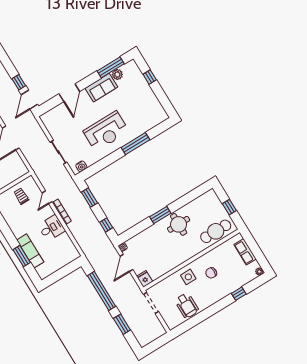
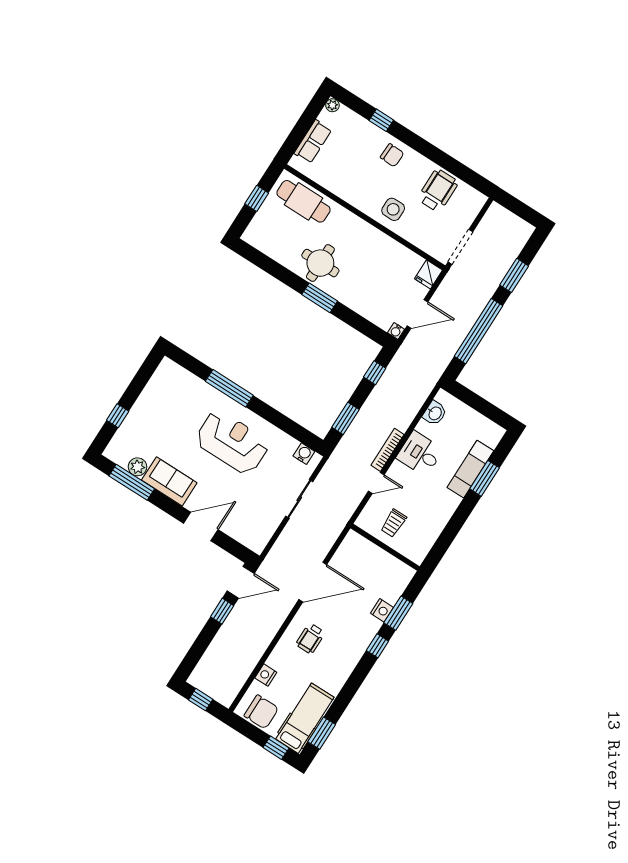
washbasin: (69, 246) -> (435, 413), added
chair: (211, 273) -> (392, 155), moved

